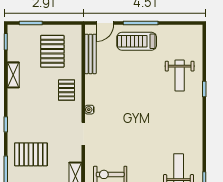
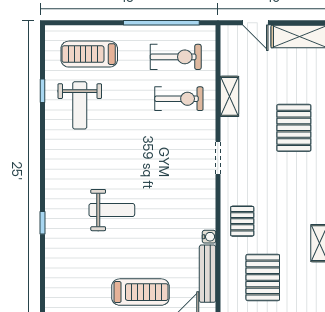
weight bench: (180, 76) -> (112, 210), moved, turned 90
water cooler: (89, 110) -> (209, 237), moved
pallet: (31, 154) -> (294, 128), turned 90

